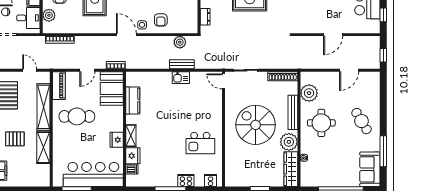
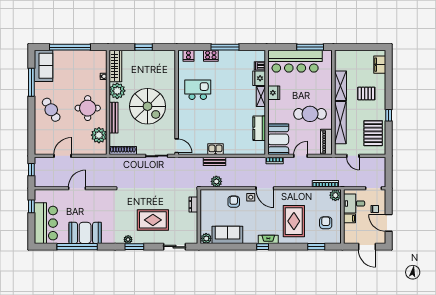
plant: (49, 15) -> (335, 195), moved

